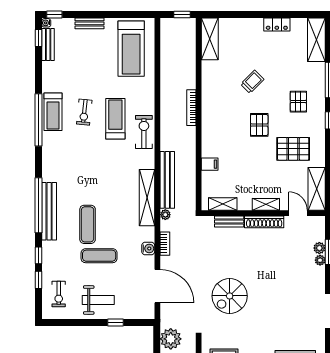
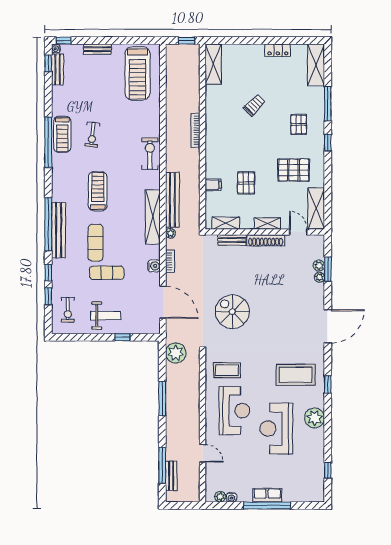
treadmill: (115, 119) -> (98, 191), moved
pallet: (259, 125) -> (246, 183), moved
spiral stairs: (230, 296) -> (232, 312), turned 90

